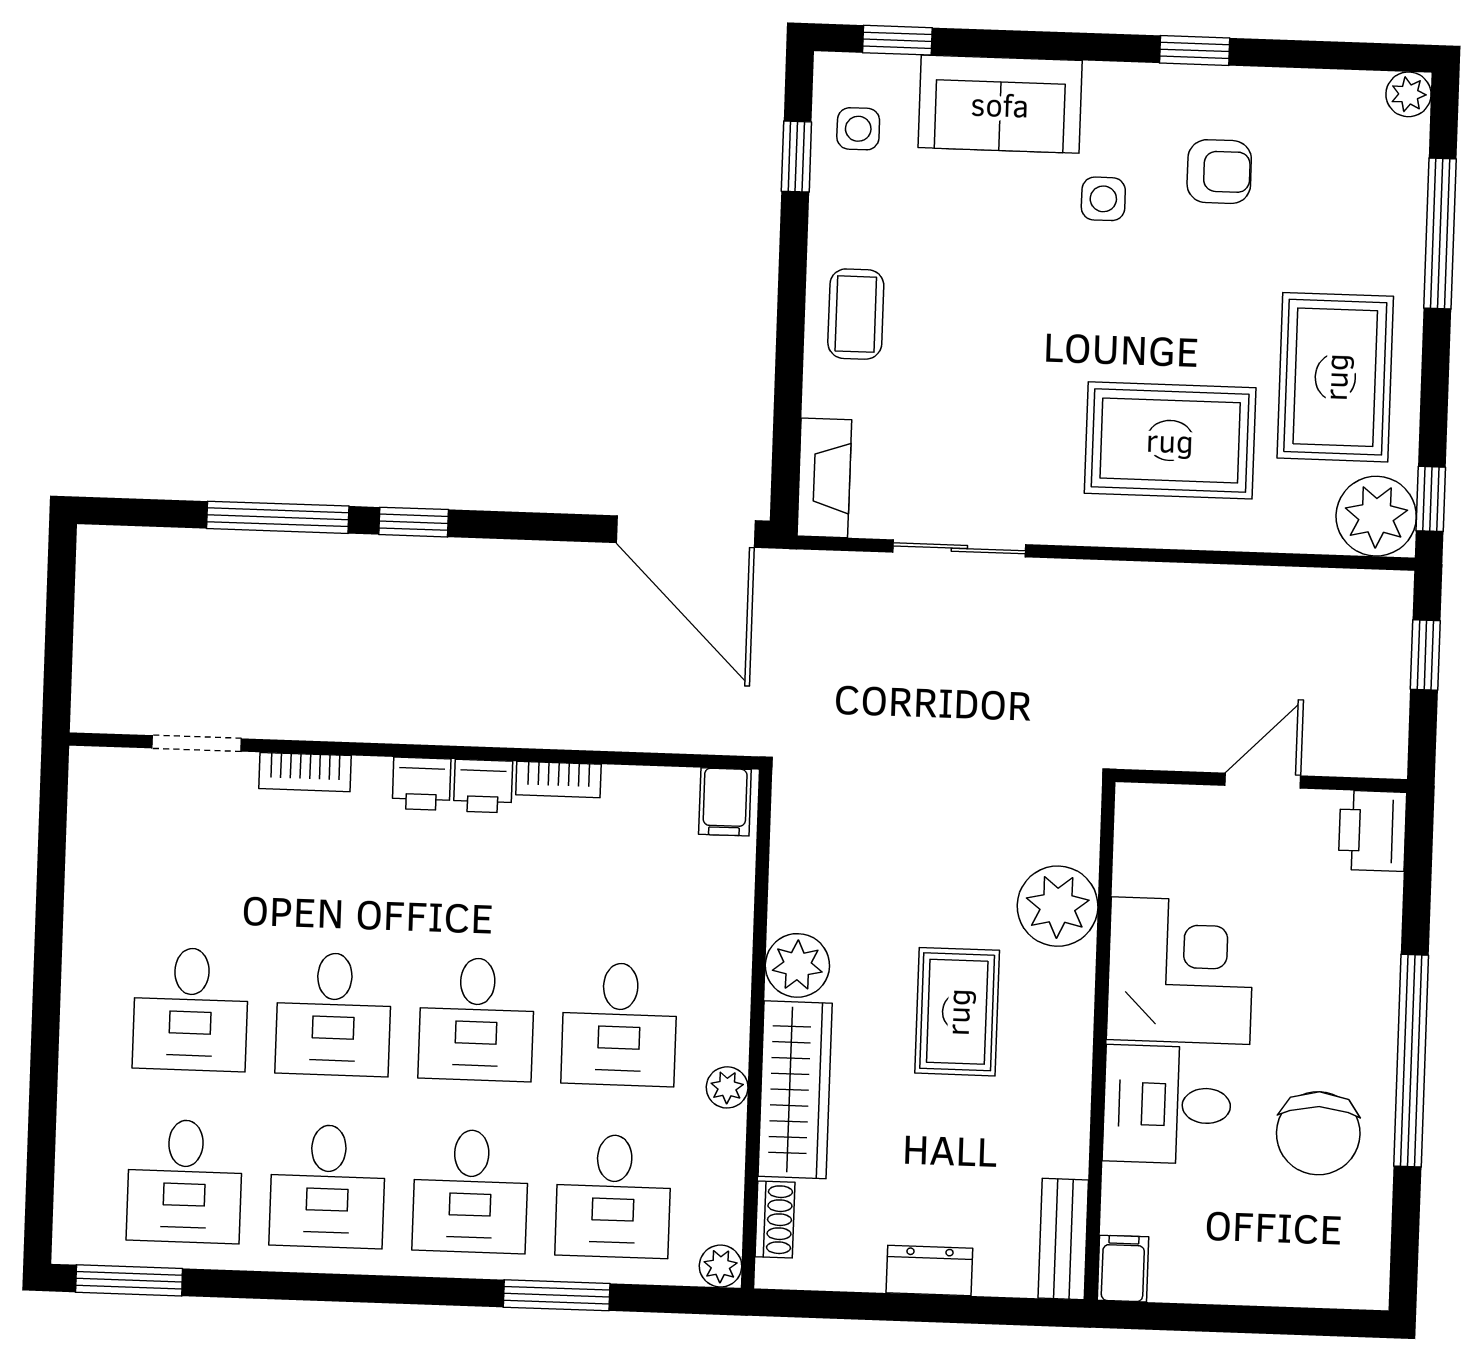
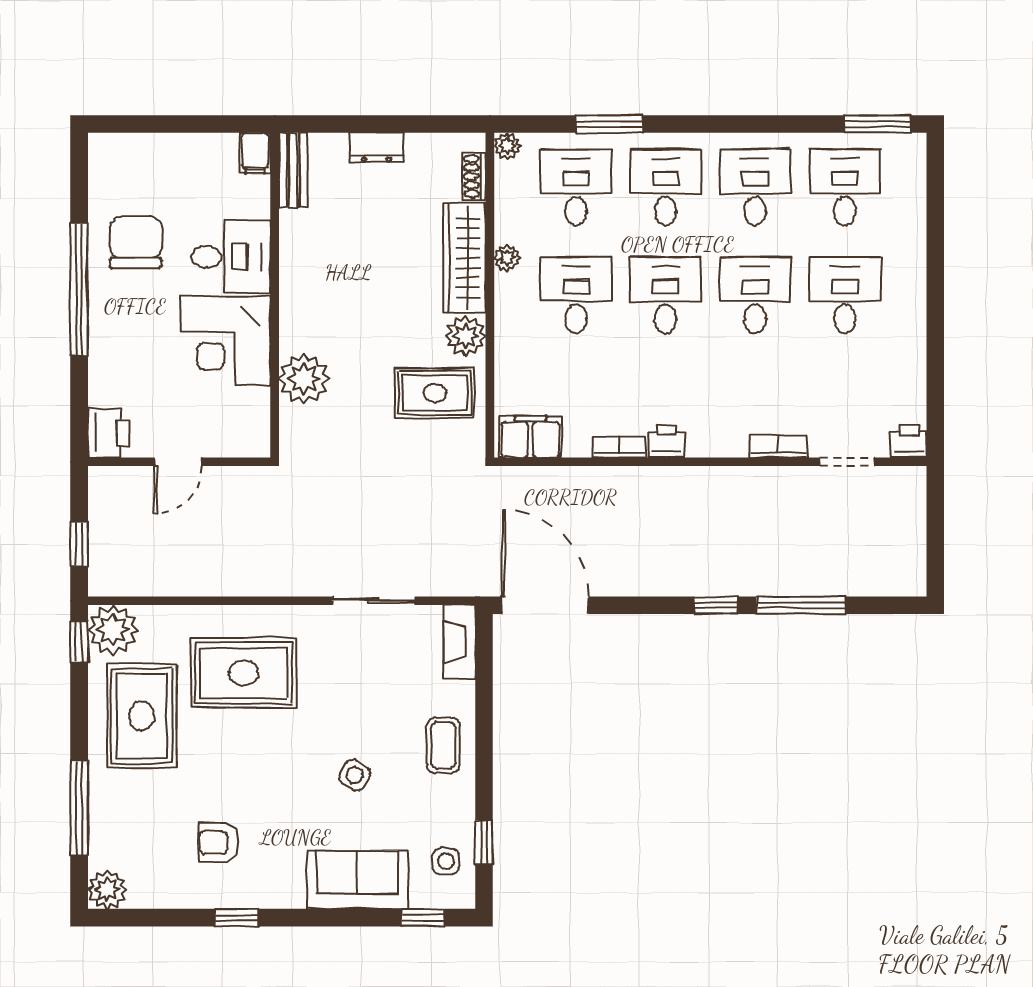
plant: (1409, 94) -> (107, 890), width x1.38, depth x1.38
side table: (1103, 199) -> (355, 775), moved, turned 33
printer: (422, 784) -> (909, 441), moved
filing cabinet: (725, 802) -> (530, 437), width x2.00
rug: (957, 1012) -> (435, 393), moved, turned 90

